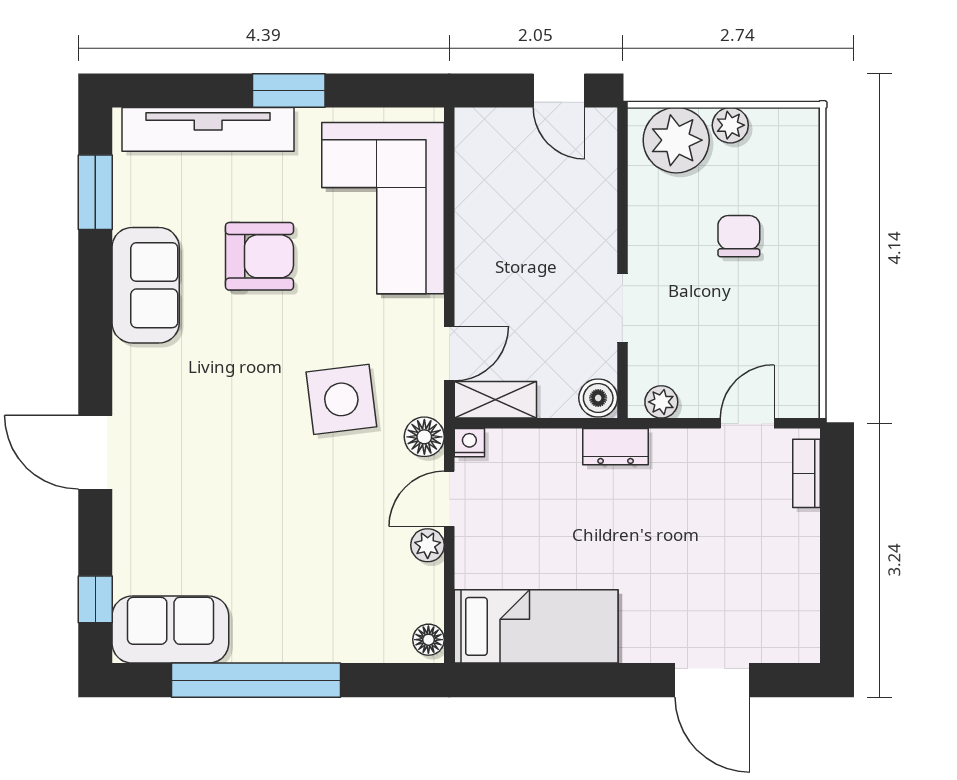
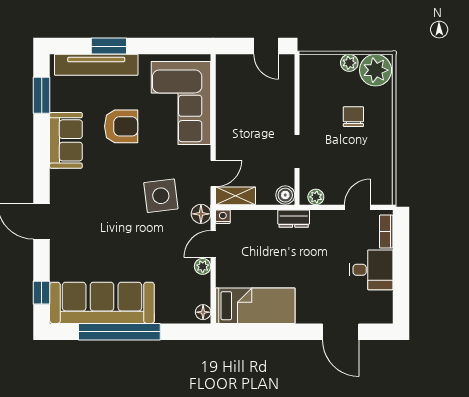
window: (289, 90) -> (109, 46), moved
plant: (676, 140) -> (376, 70), moved
desk: (776, 552) -> (371, 270), added
sofa: (170, 630) -> (102, 303), width x1.85, depth x1.27

